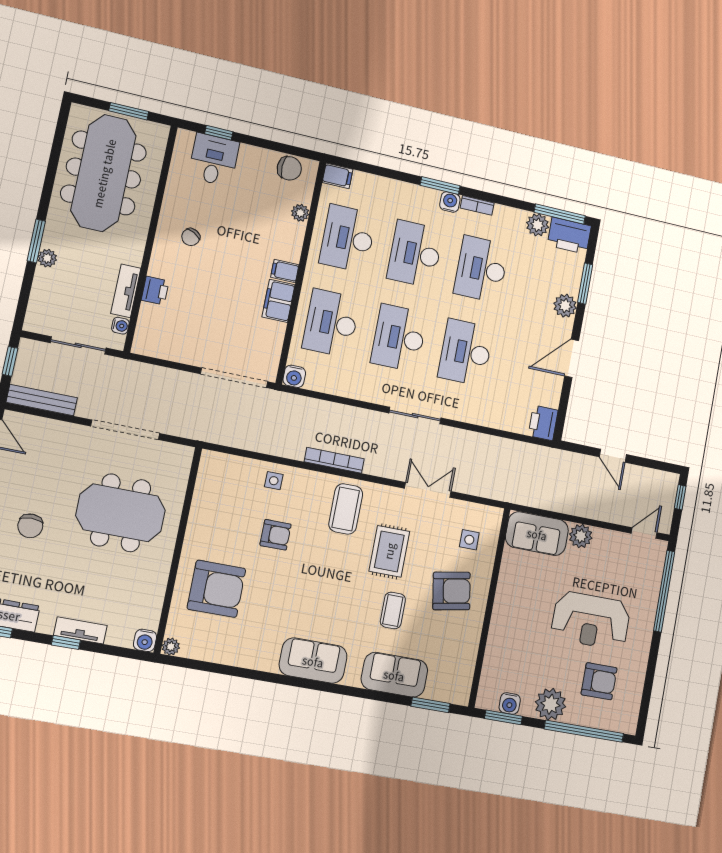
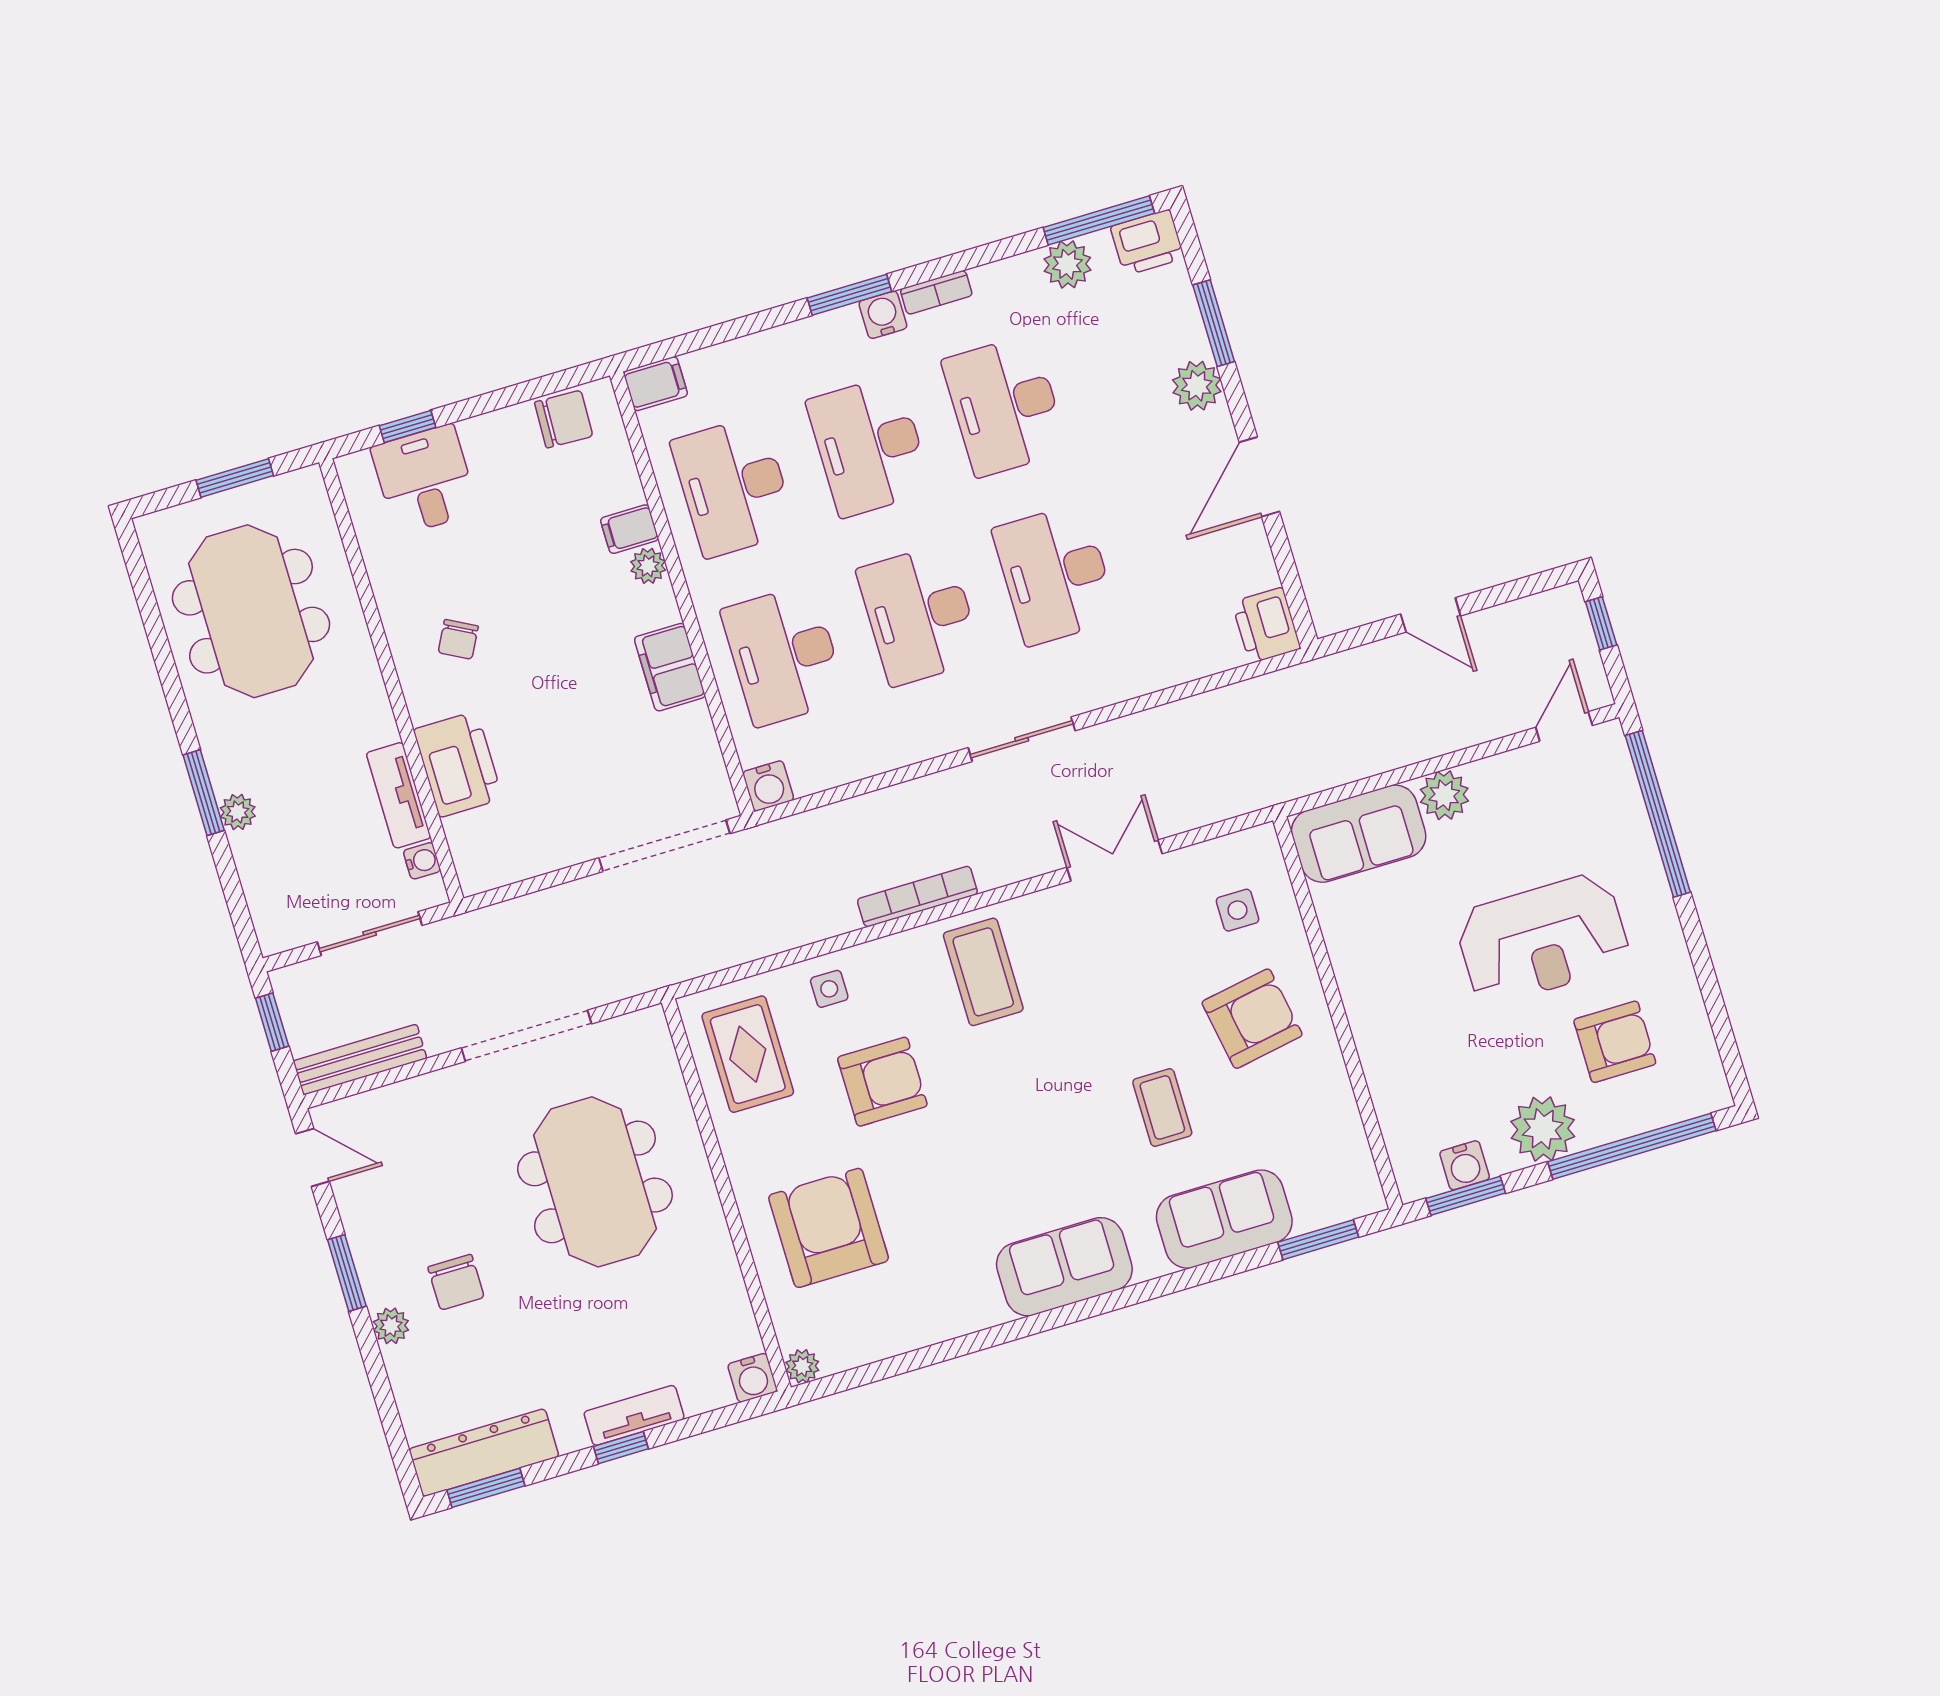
meeting table: (104, 173) -> (251, 611), width x0.73
plant: (300, 213) -> (648, 566), moved
printer: (569, 236) -> (1147, 242), width x0.73, depth x0.84
filing cabinet: (285, 271) -> (629, 529), moved
printer: (155, 291) -> (458, 764), width x1.87, depth x1.48
meeting table: (121, 513) -> (595, 1182), turned 90
armchair: (276, 535) -> (882, 1082), width x1.38, depth x1.38
rug: (389, 551) -> (748, 1054), moved
armchair: (216, 589) -> (829, 1228), turned -90

